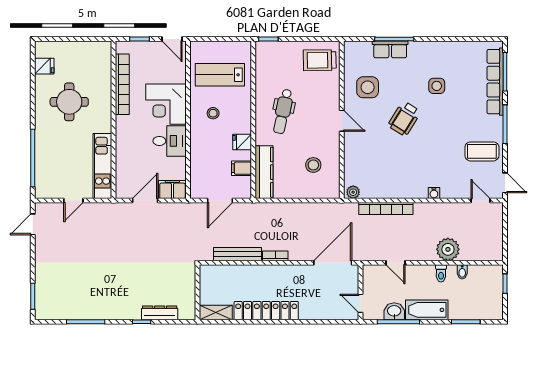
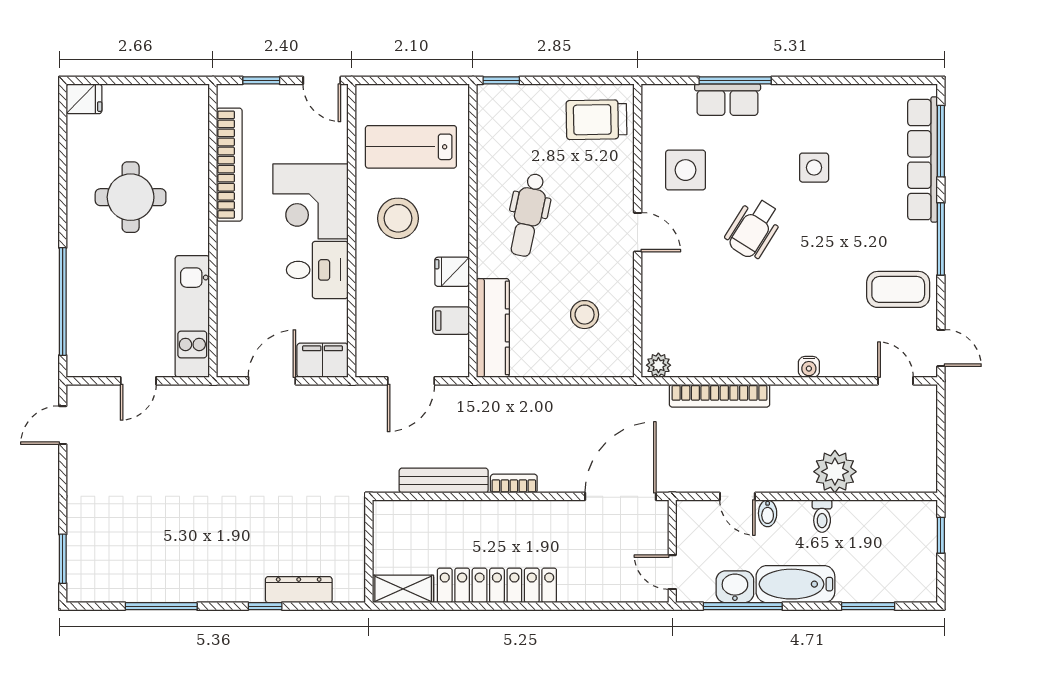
fridge: (44, 66) -> (84, 99), moved
stool: (213, 113) -> (398, 218), width x1.89, depth x1.89
bidet: (462, 272) -> (768, 513), moved

